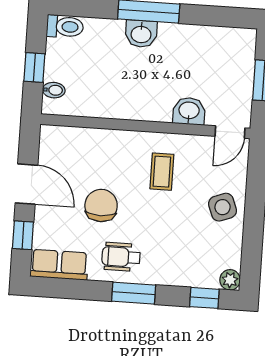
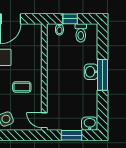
toilet: (65, 27) -> (81, 33), moved
washbasin: (189, 111) -> (90, 124), moved, turned -90

